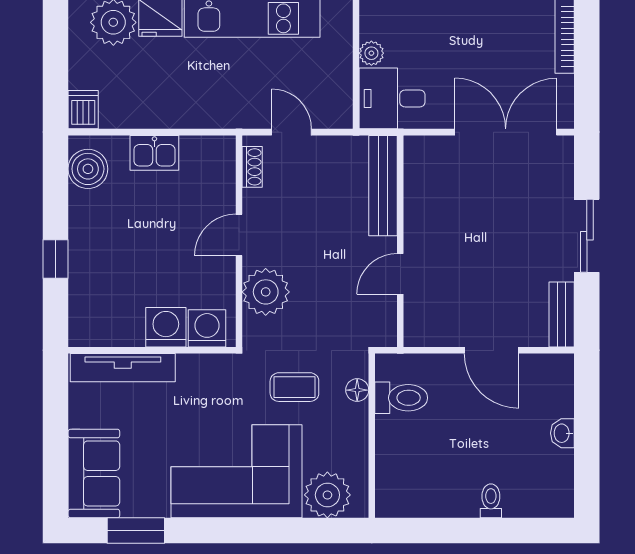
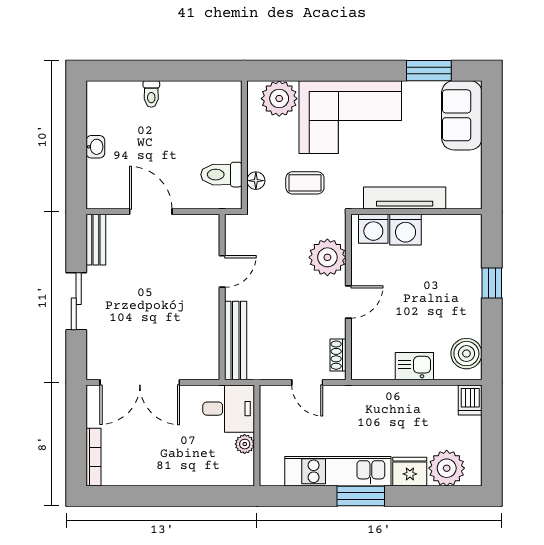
tv unit: (123, 368) -> (405, 198), moved

